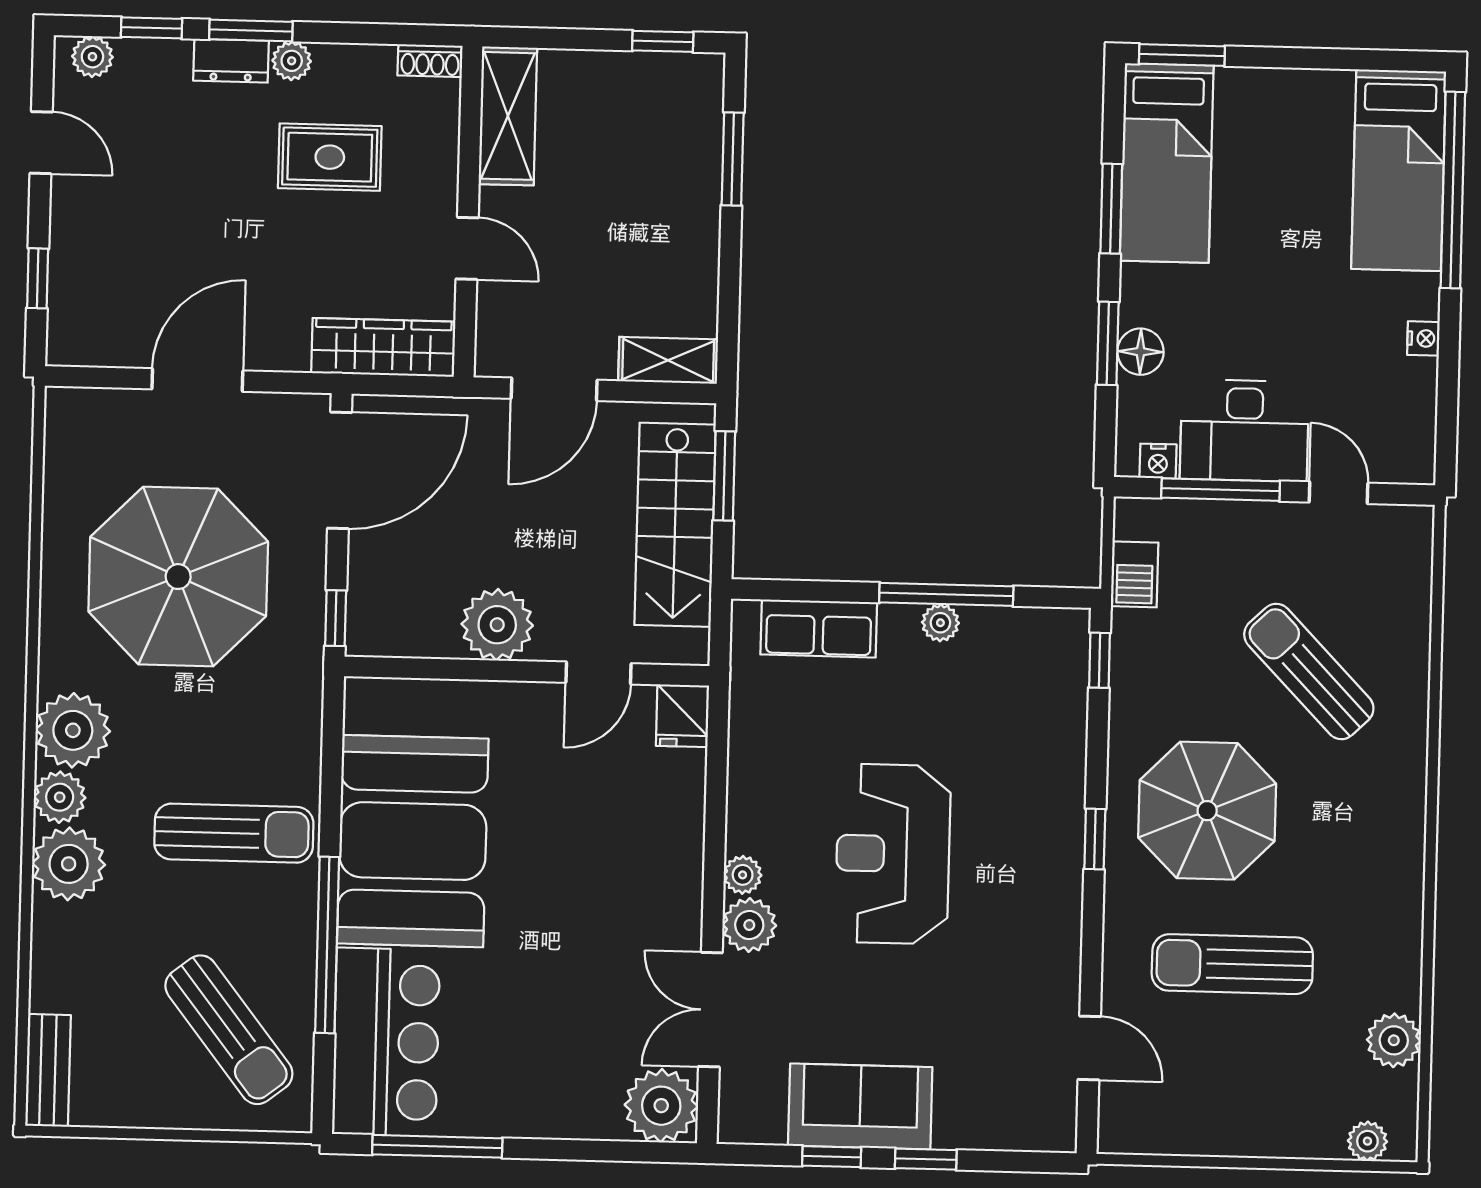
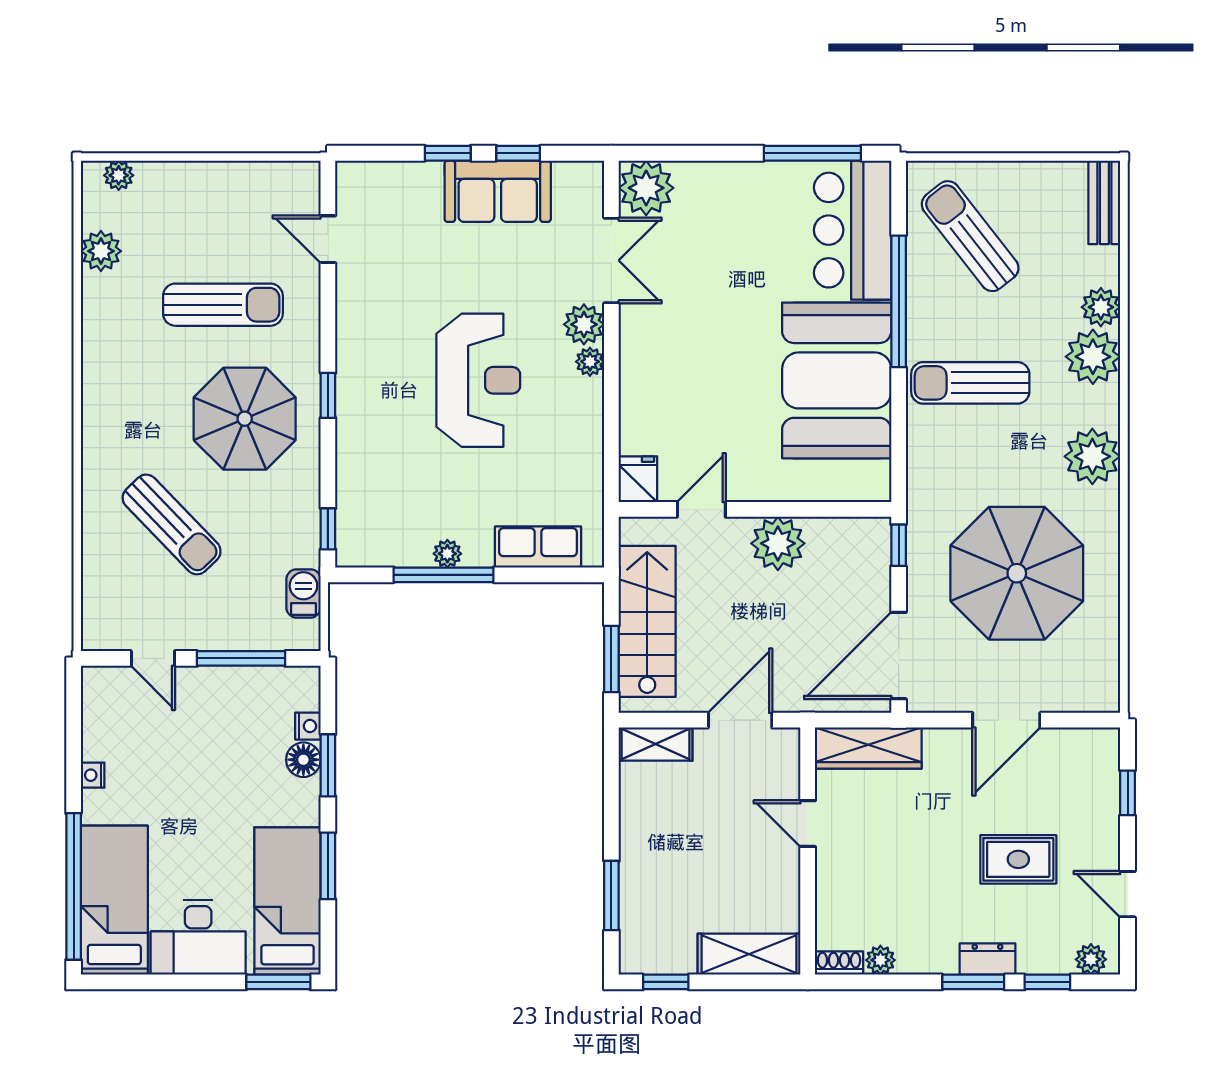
plant: (292, 61) -> (880, 960), moved
shelving: (508, 116) -> (749, 954), moved, turned 90
rug: (330, 157) -> (1018, 859), moved
desk: (1244, 430) -> (198, 937), moved, turned 180
nightstand: (1158, 461) -> (308, 726), moved, turned 90
plant: (60, 797) -> (1101, 307), moved

